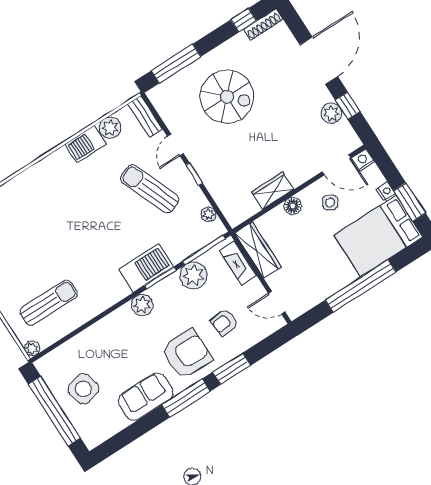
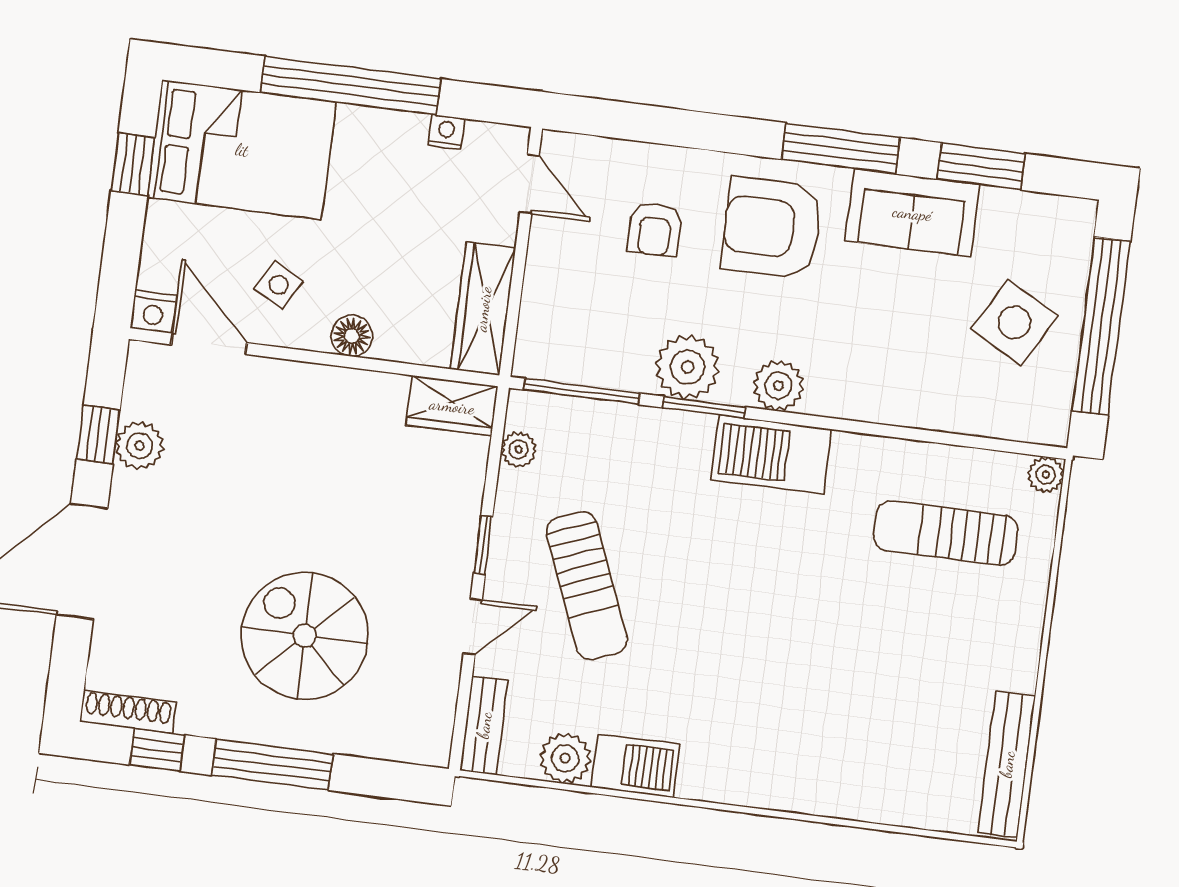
window: (176, 64) -> (272, 765), moved
wardrobe: (272, 191) -> (452, 406), moved
nightstand: (386, 191) -> (446, 132), moved, turned 90
window: (409, 202) -> (133, 164), width x0.67
fireplace: (238, 263) -> (539, 315), removed
barbecue: (146, 268) -> (771, 454), moved
plant: (193, 275) -> (688, 367), moved
armchair: (224, 322) -> (655, 229), turned 97
window: (232, 369) -> (981, 166), moved
side table: (83, 389) -> (1014, 322), turned 45

